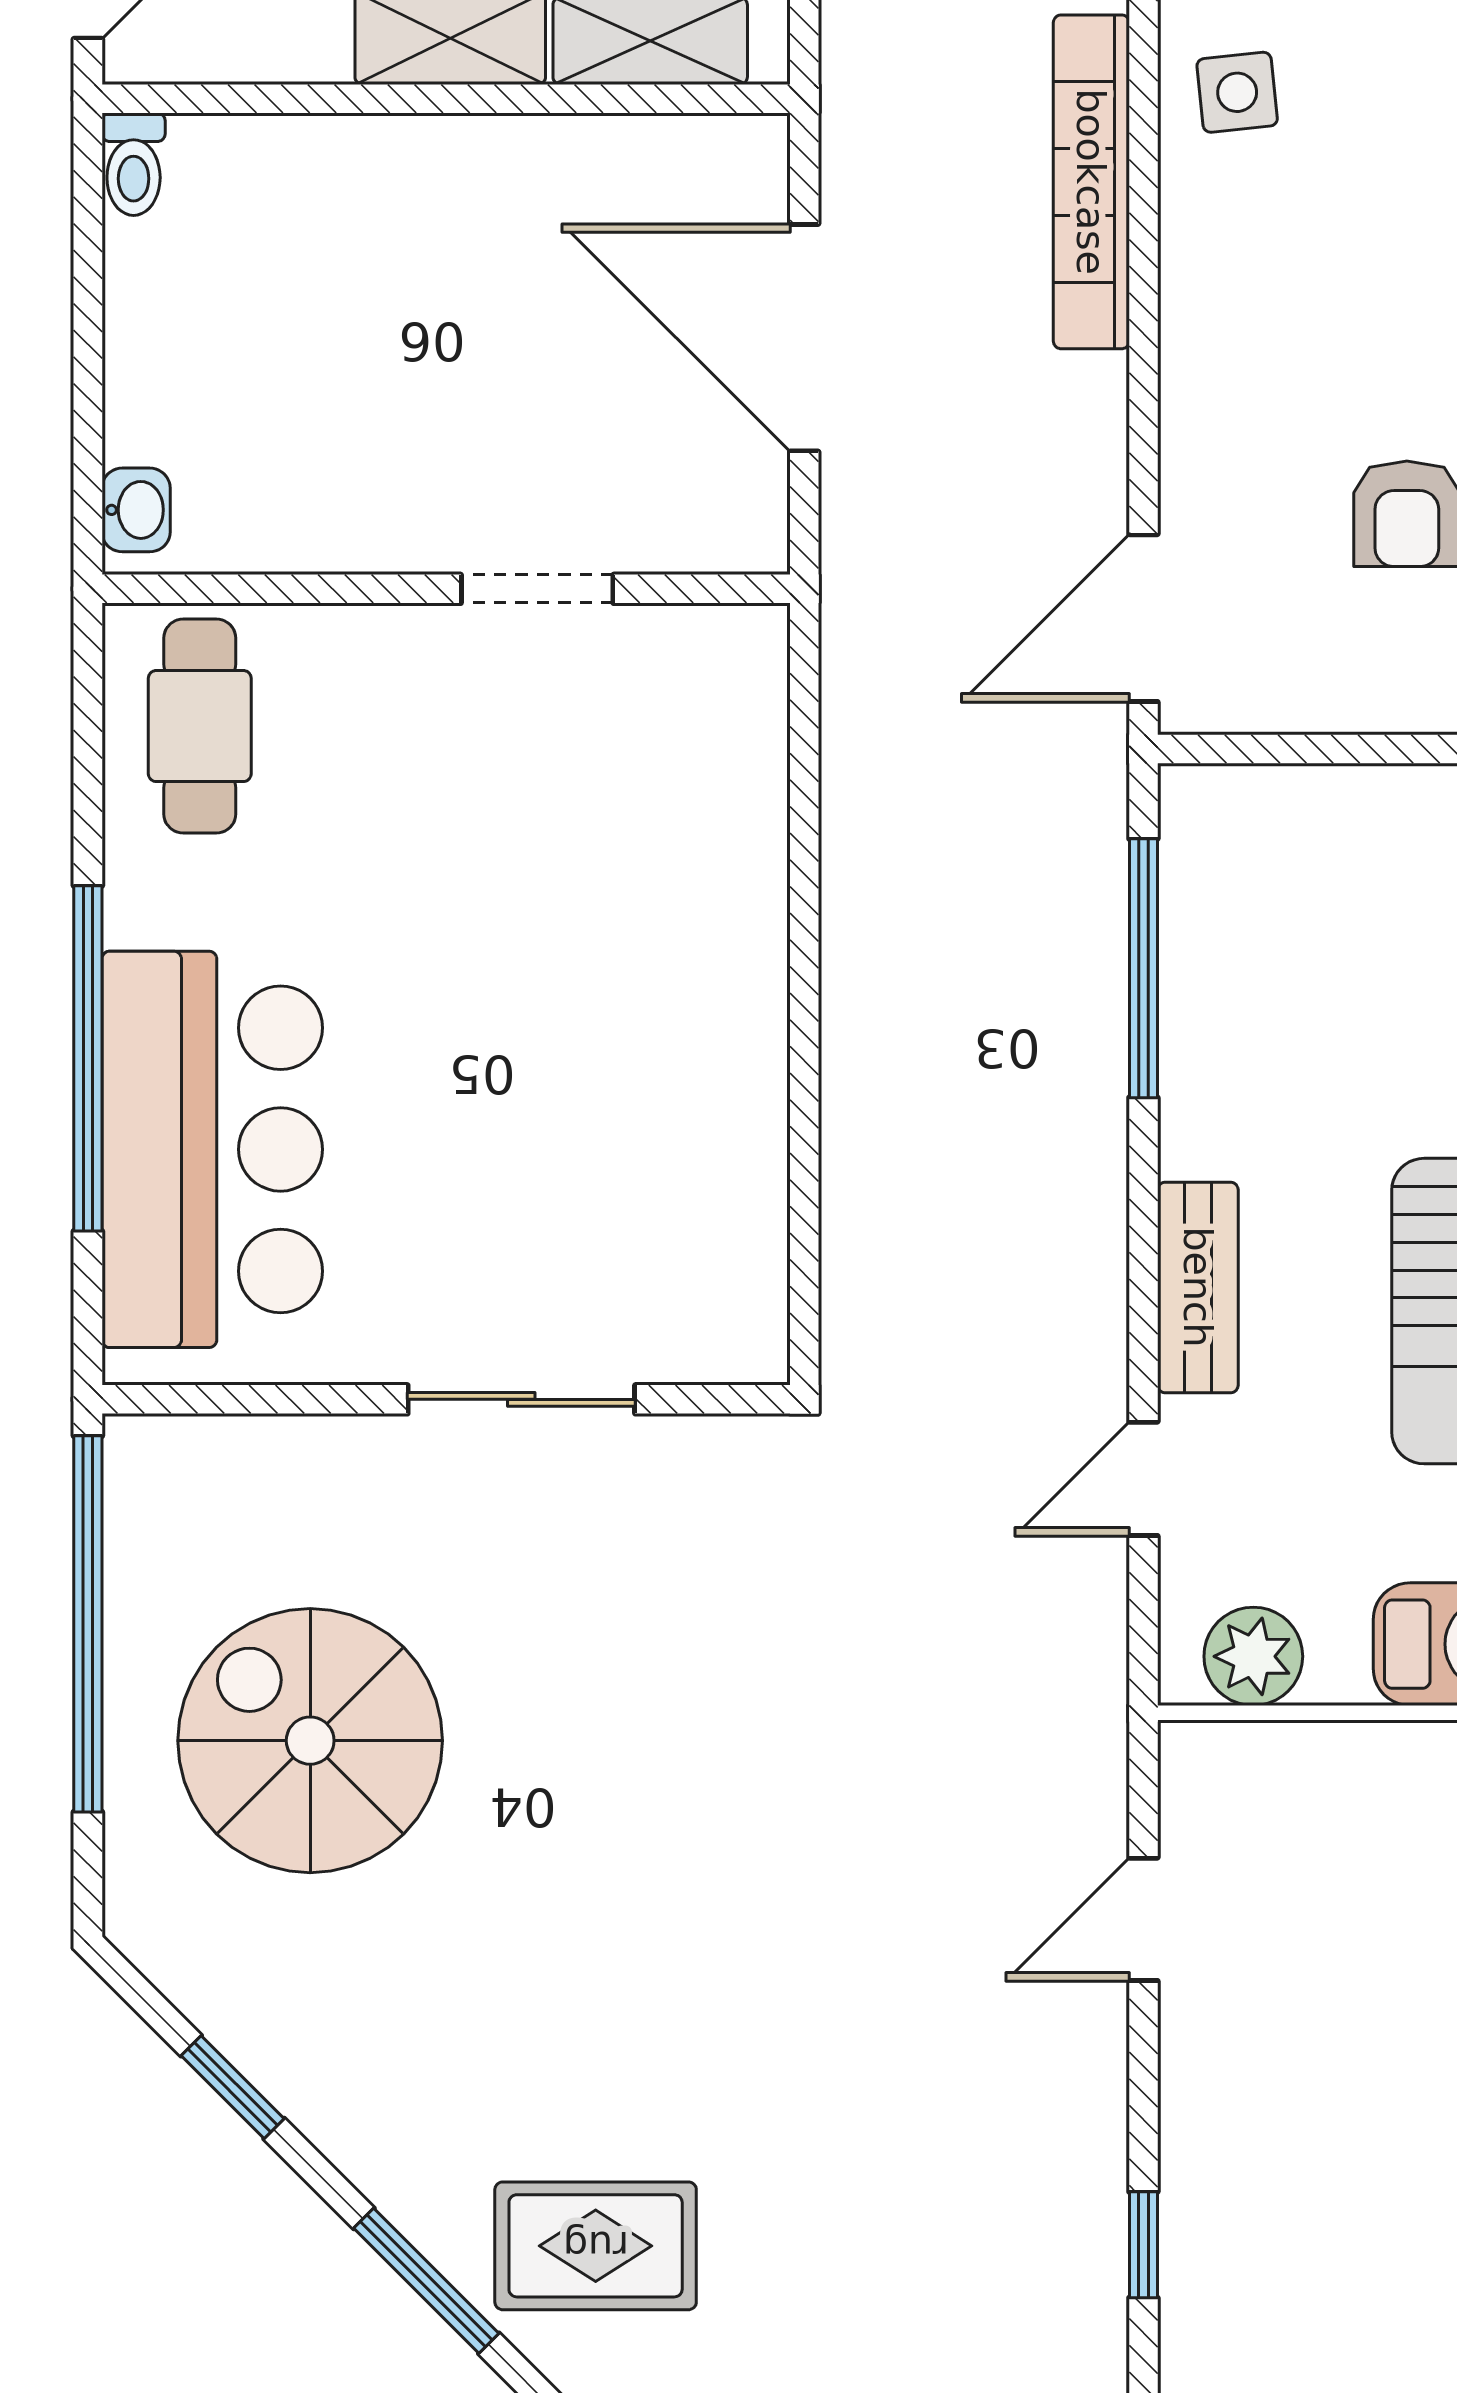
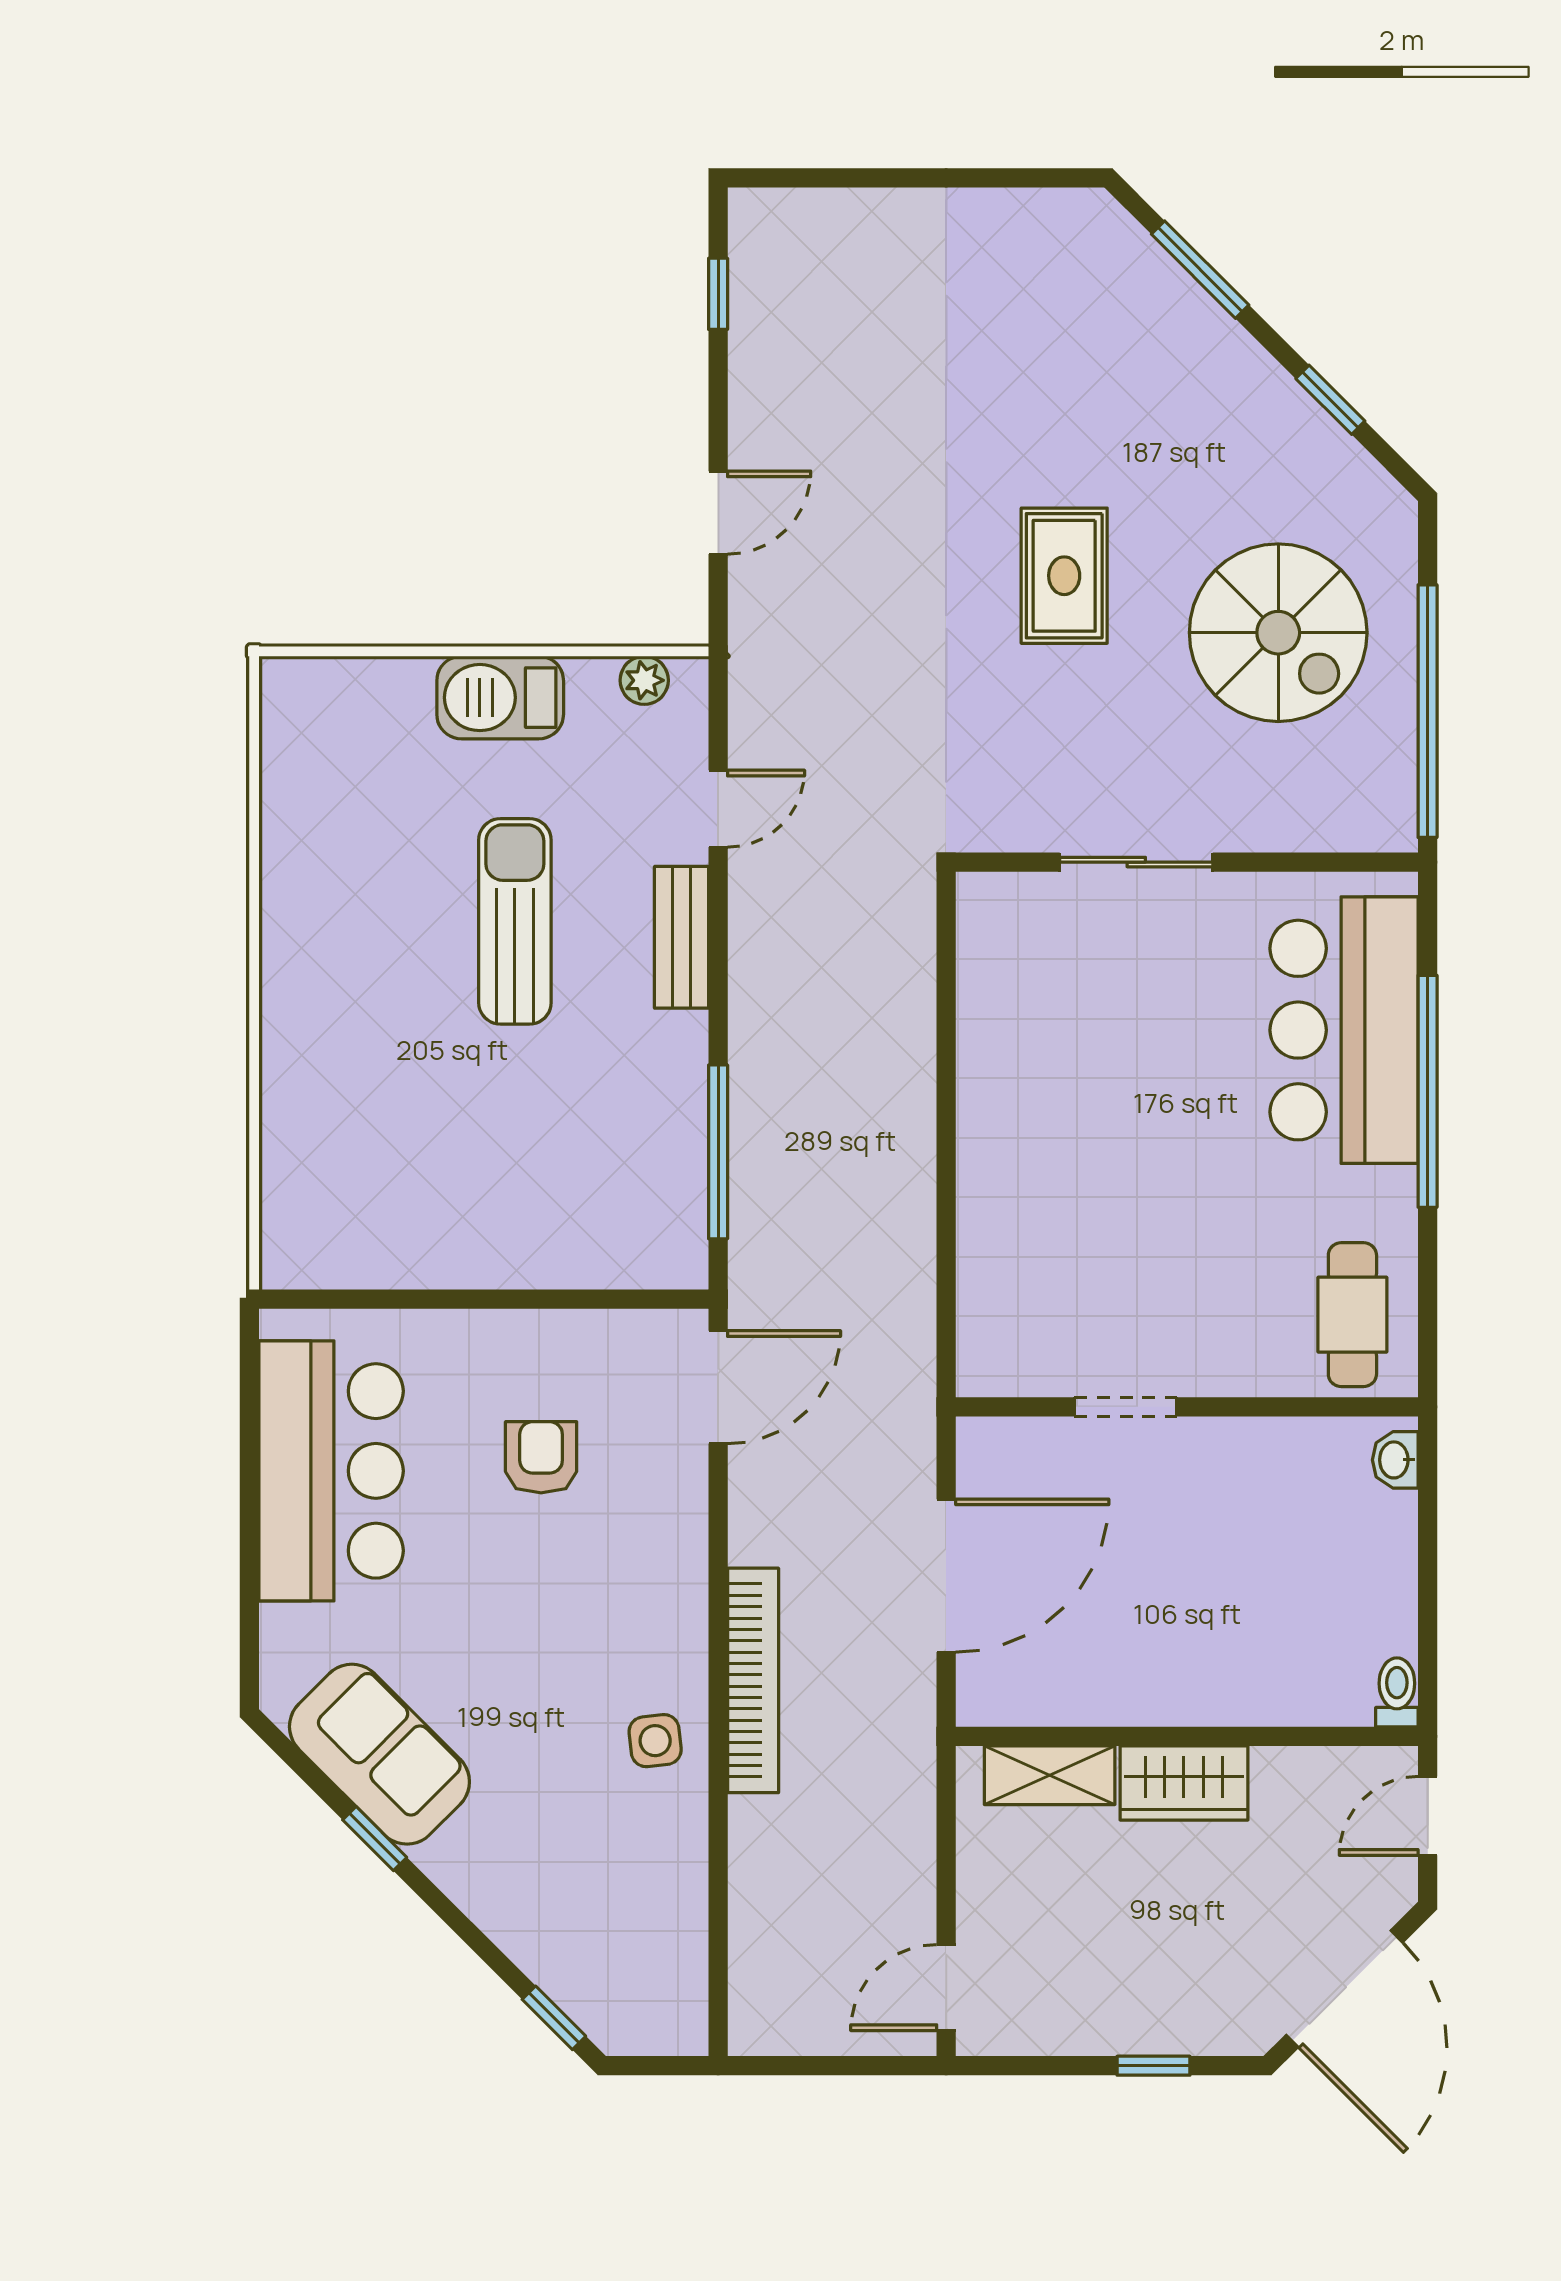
door: (804, 338) -> (946, 1576), hinge flipped
plant: (1253, 1656) -> (644, 680), width x0.73, depth x0.73
rug: (596, 2246) -> (1064, 576), moved, turned 90

